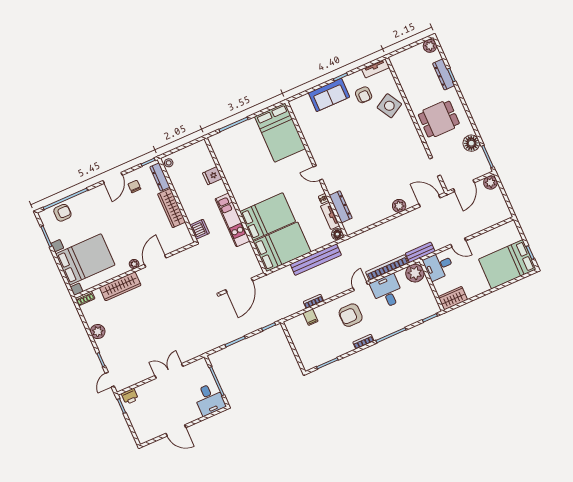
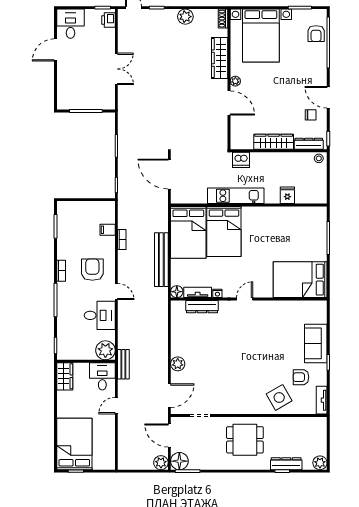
dining table: (439, 119) -> (245, 440), turned 90
floor lamp: (471, 143) -> (179, 461), moved
bookcase: (387, 268) -> (123, 326), removed
desk: (209, 399) -> (70, 24), moved, turned 90

